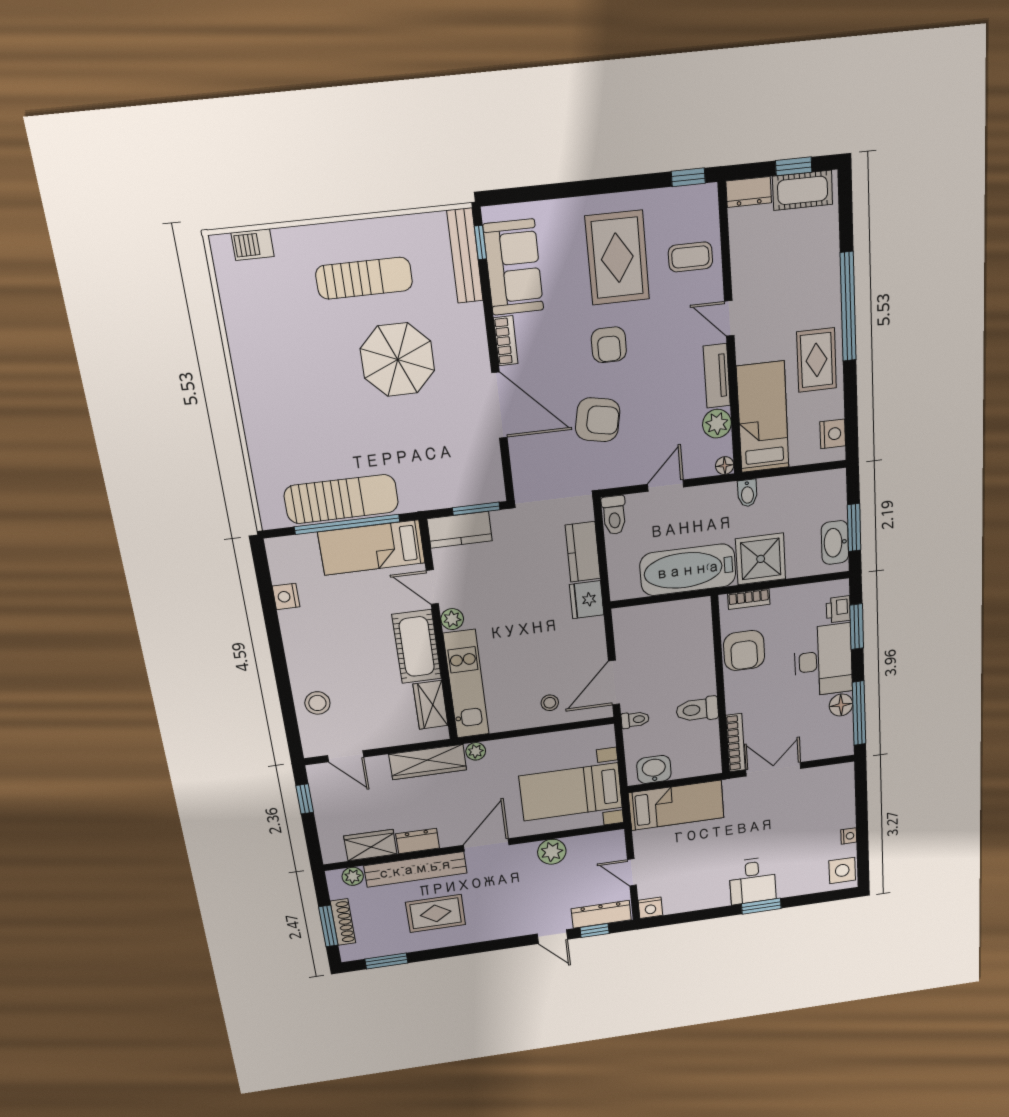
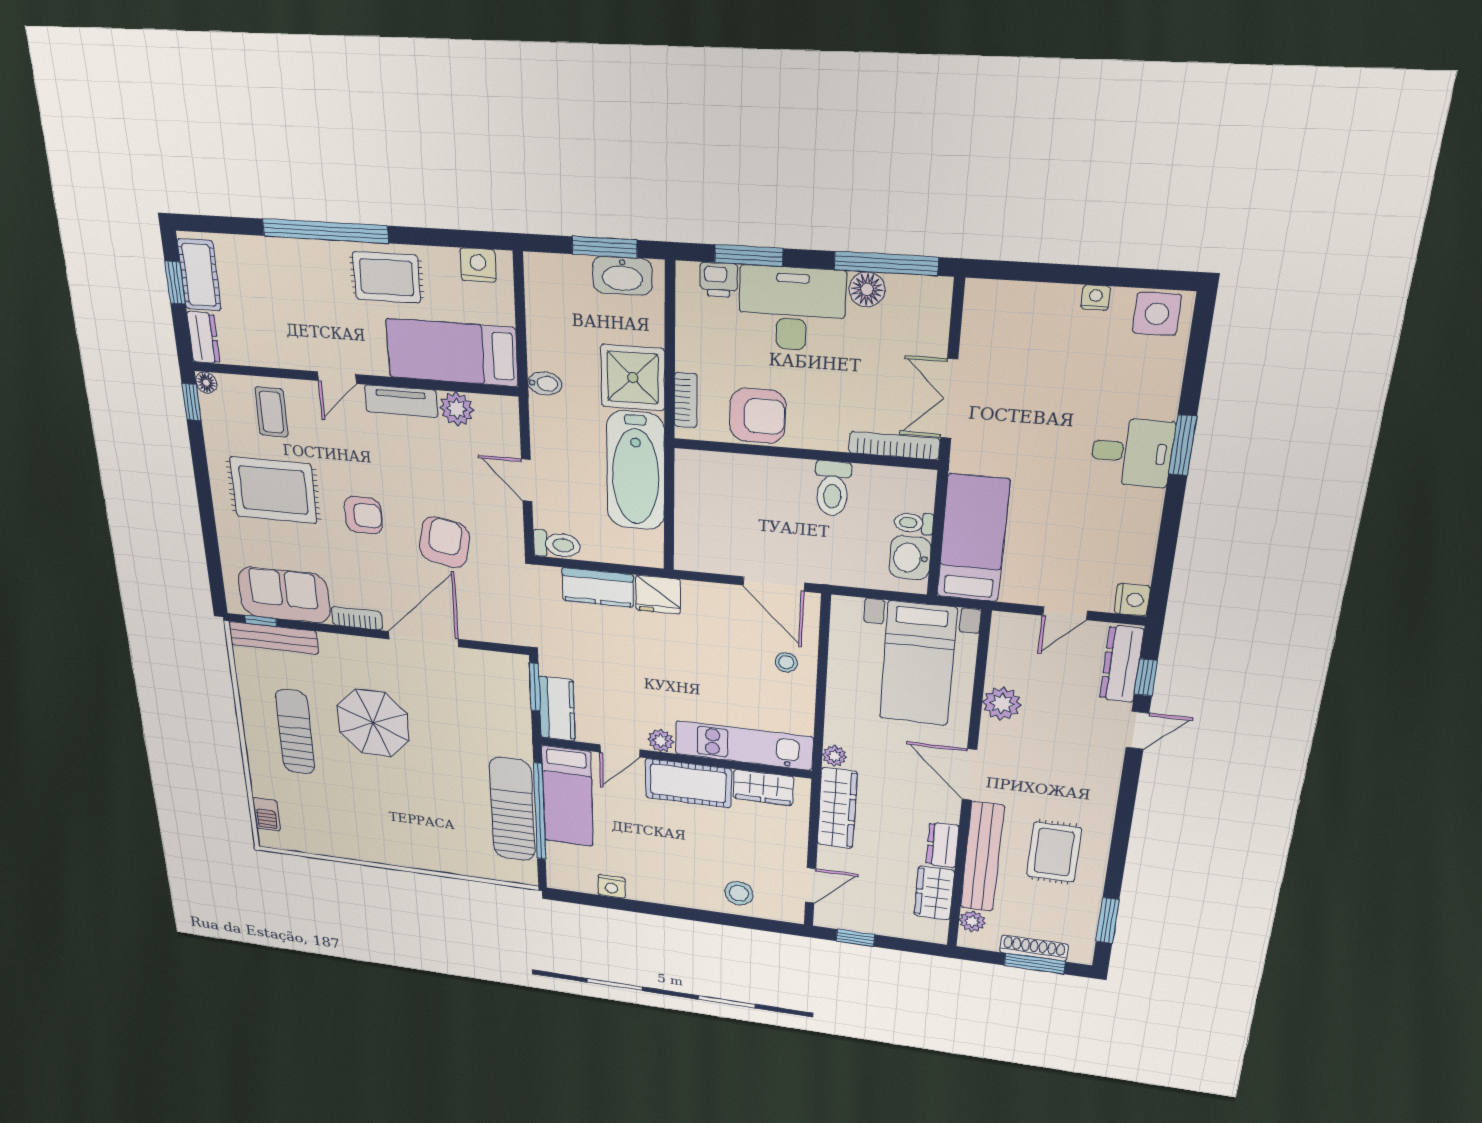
floor lamp: (725, 466) -> (206, 383), moved
toilet: (635, 720) -> (914, 523), moved, turned -90

